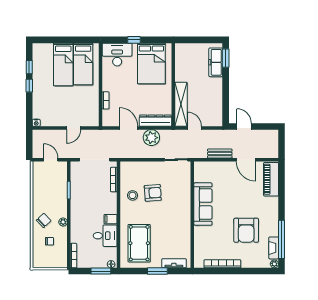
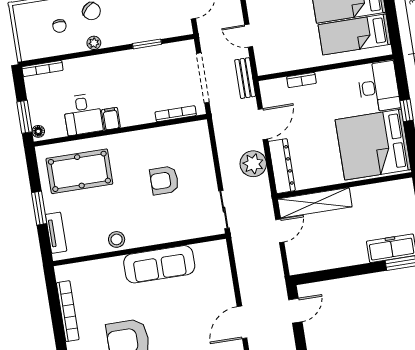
bed: (151, 63) -> (373, 145), width x1.36
bench: (220, 153) -> (245, 78), moved
armchair: (153, 193) -> (164, 180), turned 94
stool: (132, 195) -> (117, 239), moved

